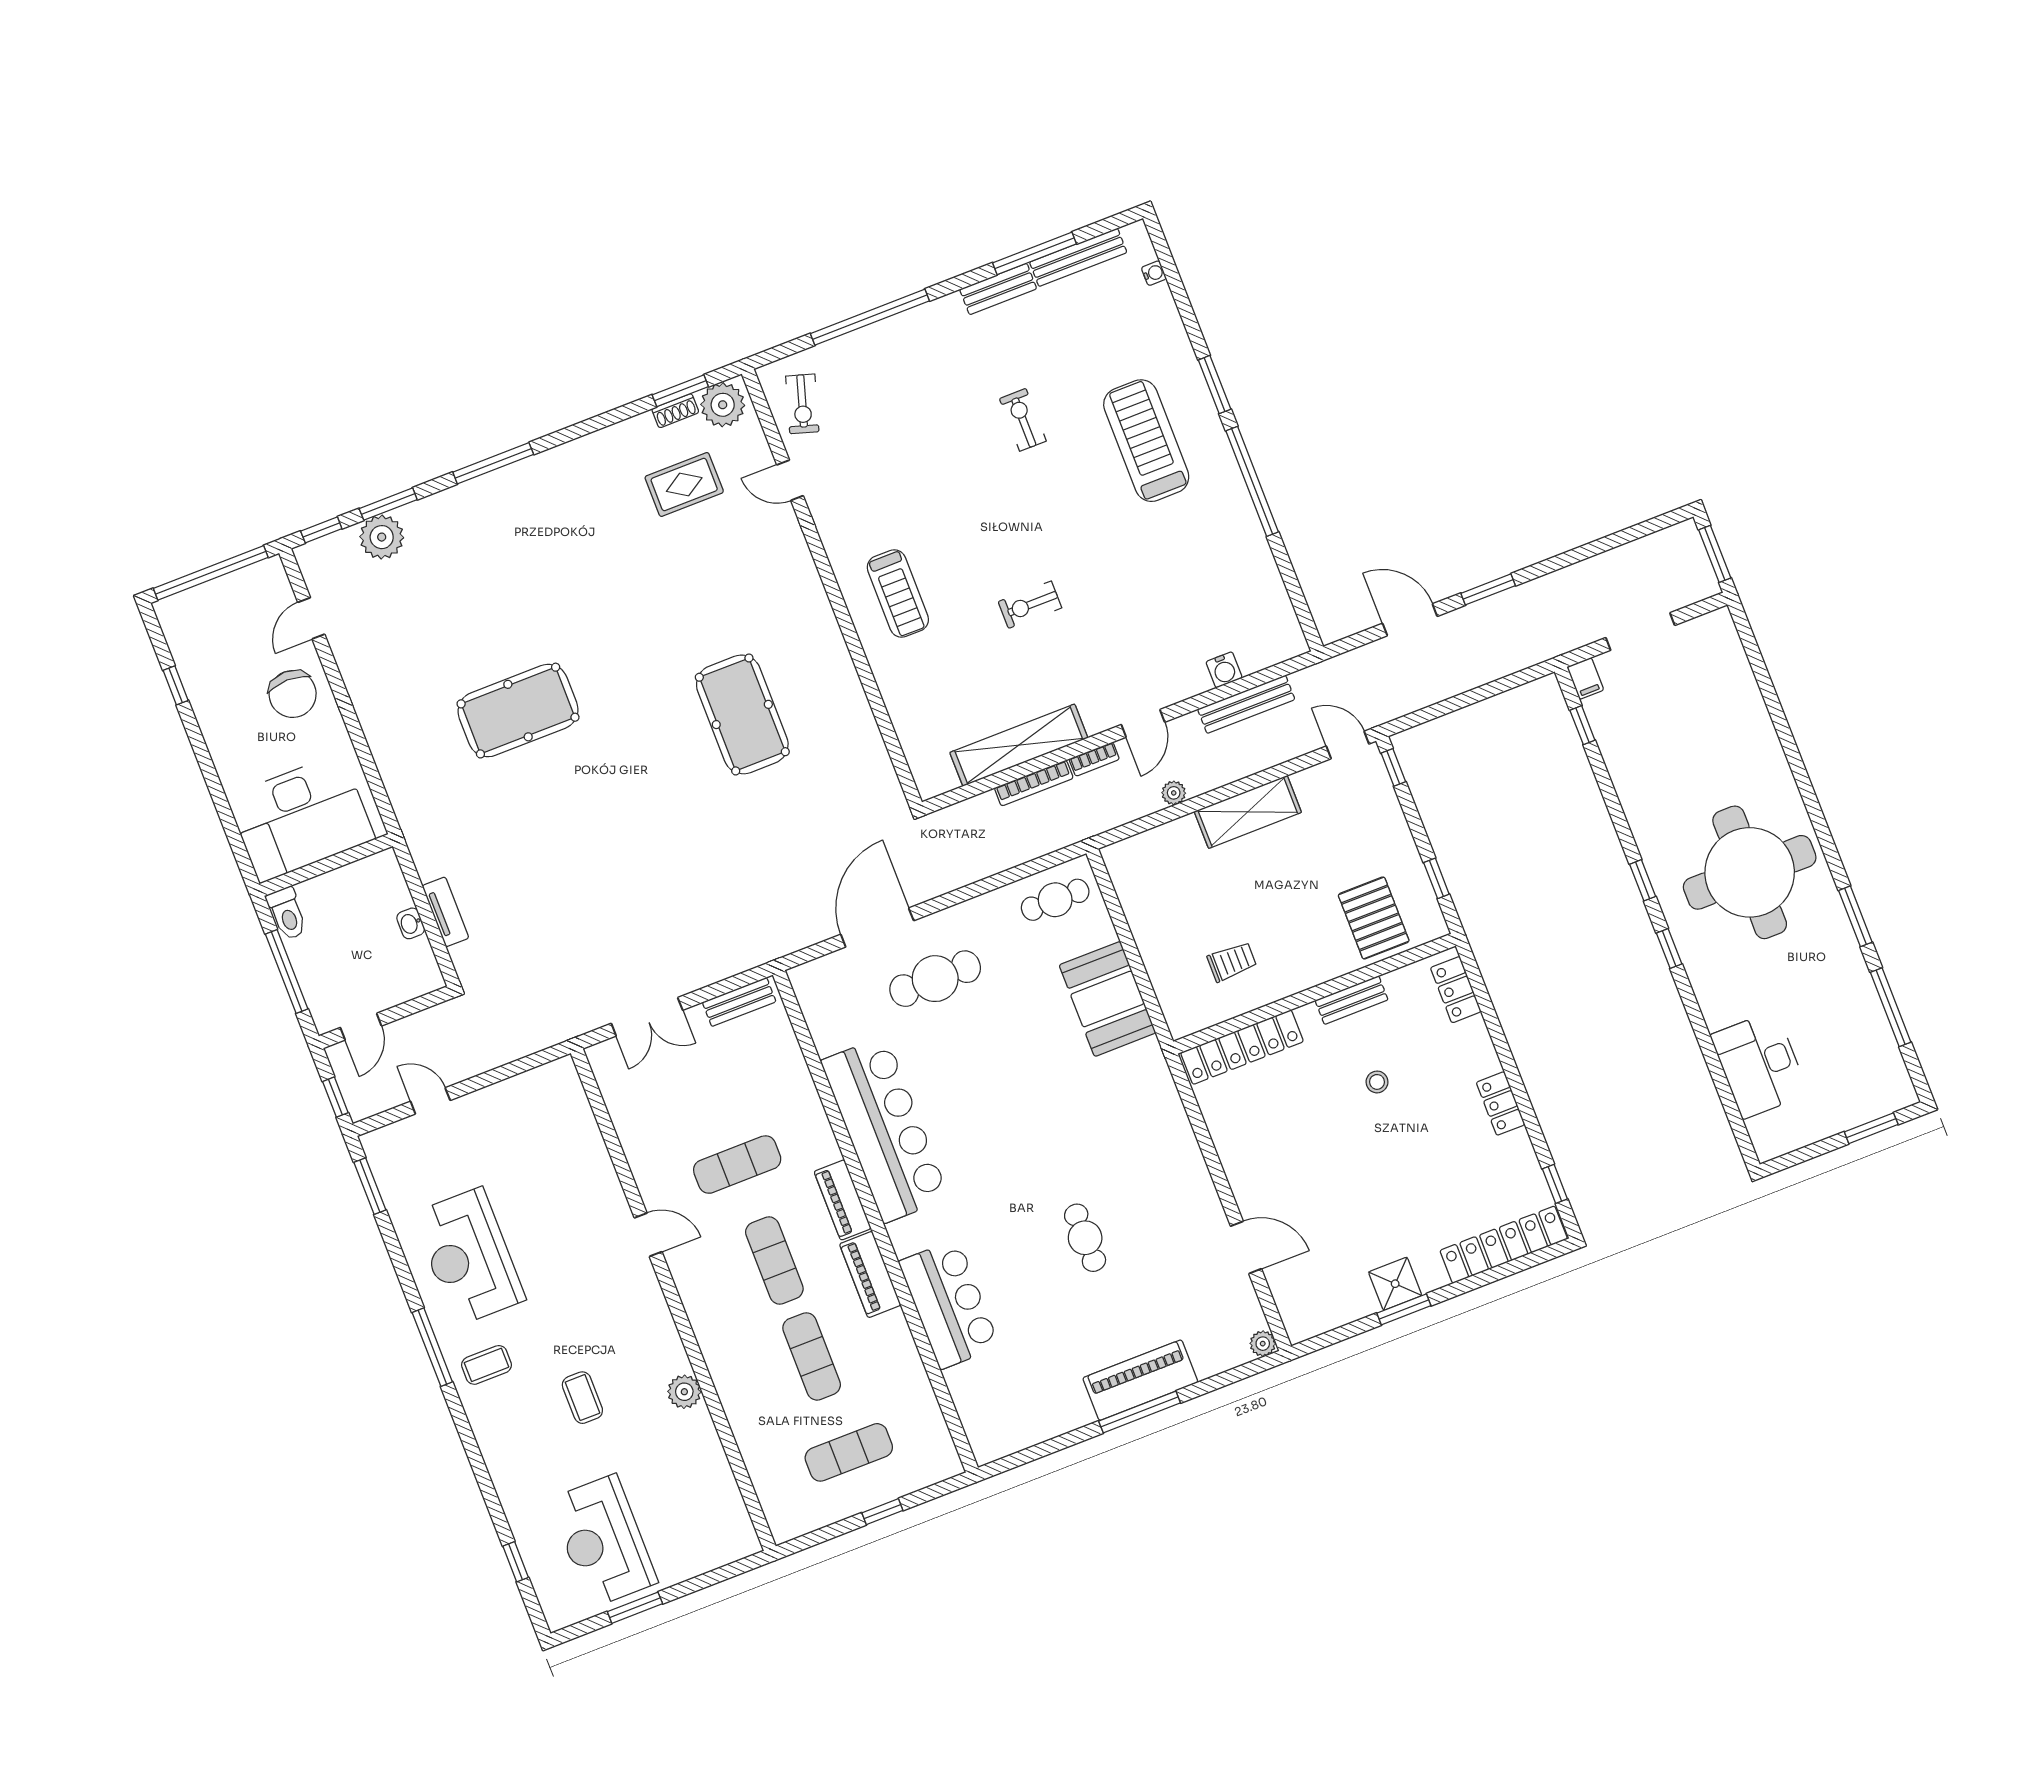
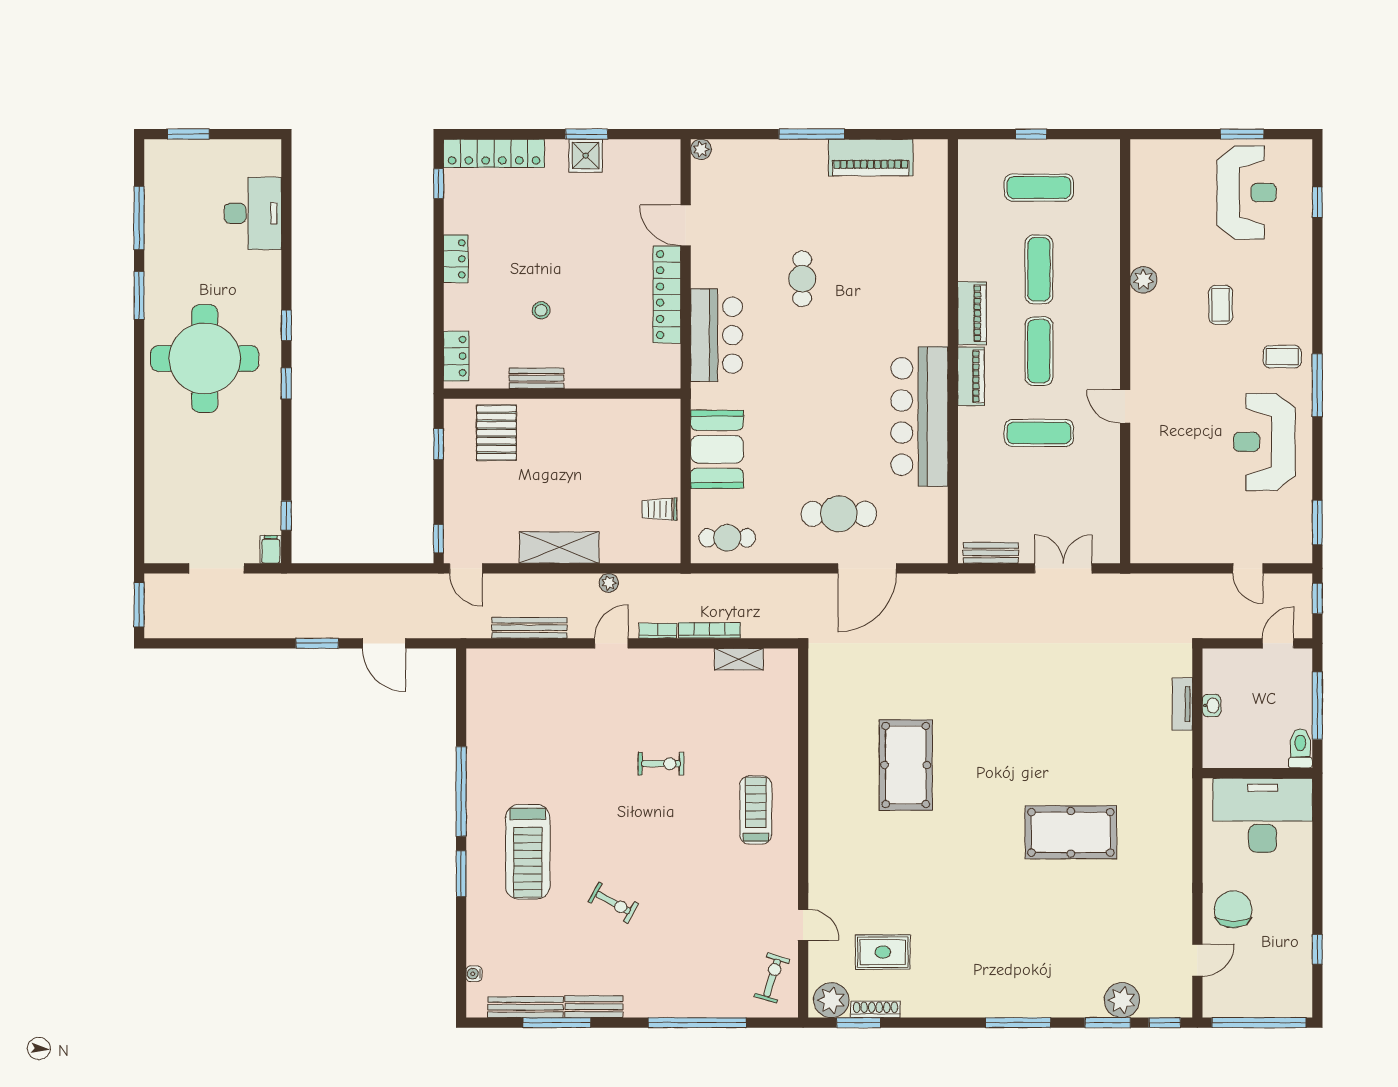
shoe rack: (675, 411) -> (875, 1009), width x1.43
exercise bike: (1023, 420) -> (613, 903), turned -61
water cooler: (1224, 670) -> (536, 660), removed
shelving: (1019, 745) -> (739, 659), width x0.45, depth x0.75
trolley: (1232, 962) -> (659, 509), moved
locker: (1242, 1047) -> (667, 295), moved, turned -90
reception desk: (469, 1257) -> (1264, 442), turned 180
bar counter: (949, 1304) -> (716, 335), moved, turned 180
piano: (1140, 1380) -> (871, 157), moved

